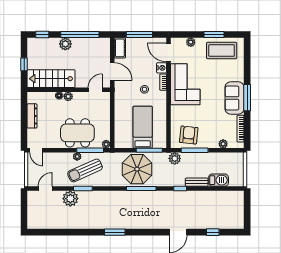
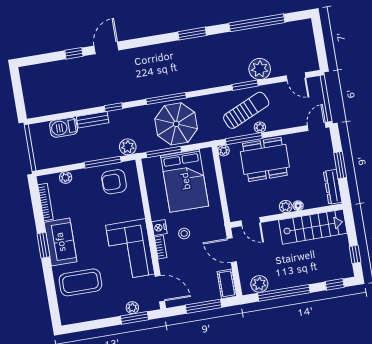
window: (214, 35) -> (135, 318), moved
plant: (65, 44) -> (259, 284), moved
coffee table: (222, 51) -> (80, 282), moved
window: (24, 64) -> (355, 254), moved
nightstand: (162, 68) -> (159, 228), moved
door: (95, 90) -> (251, 222), hinge flipped
window: (247, 98) -> (43, 245), width x0.69
dresser: (32, 116) -> (333, 187), moved
window: (24, 120) -> (340, 165), added
bed: (143, 127) -> (185, 181), width x1.50
armchair: (189, 135) -> (114, 182), turned 84
door: (36, 150) -> (317, 126), hinge flipped
door: (45, 189) -> (296, 77), hinge flipped
window: (67, 232) -> (257, 23), added
window: (213, 232) -> (74, 53), moved

